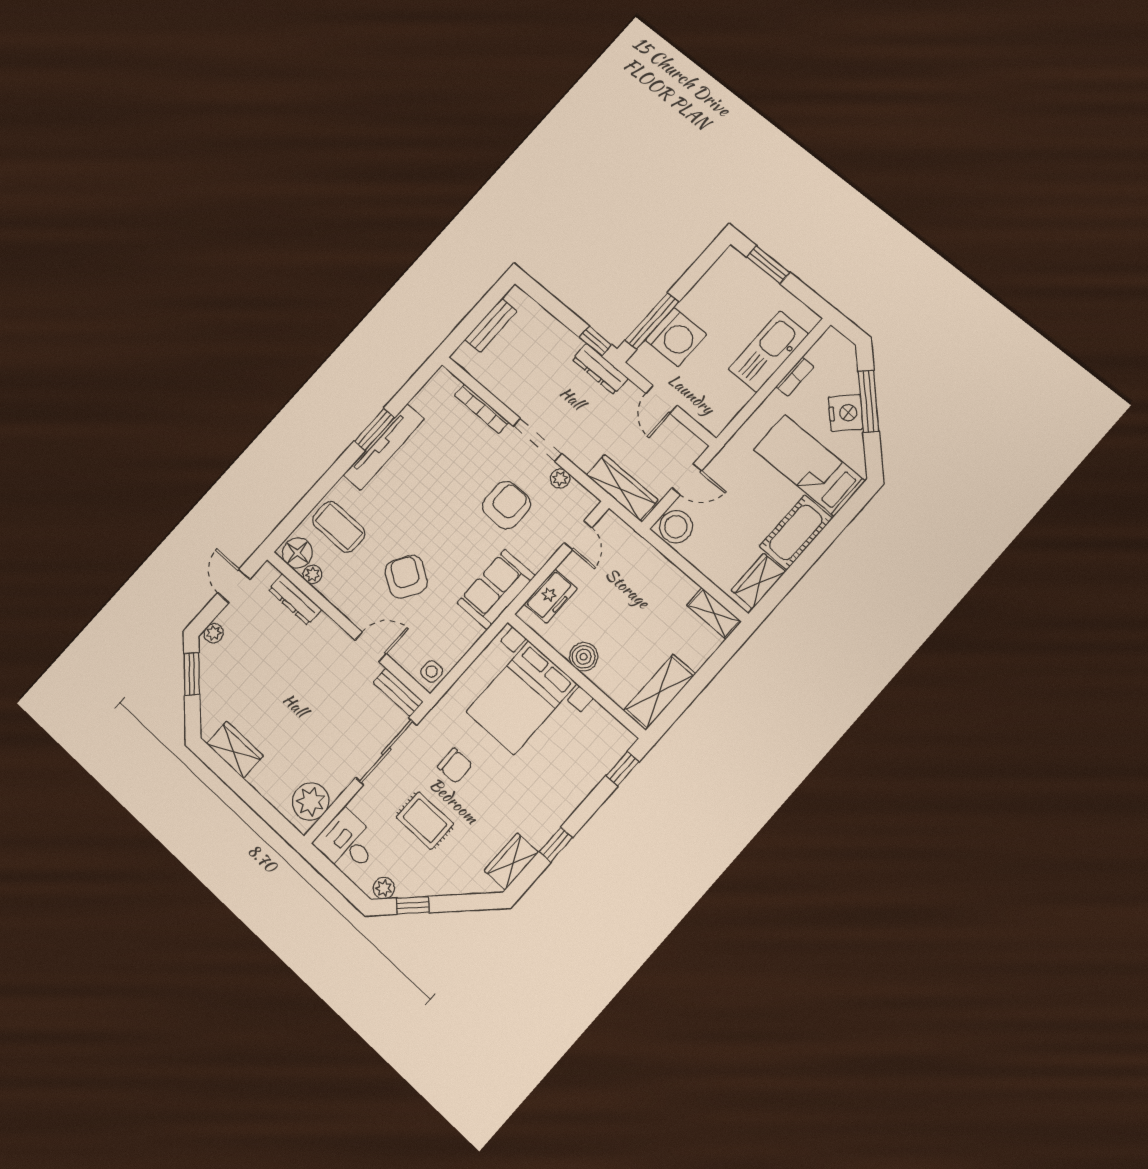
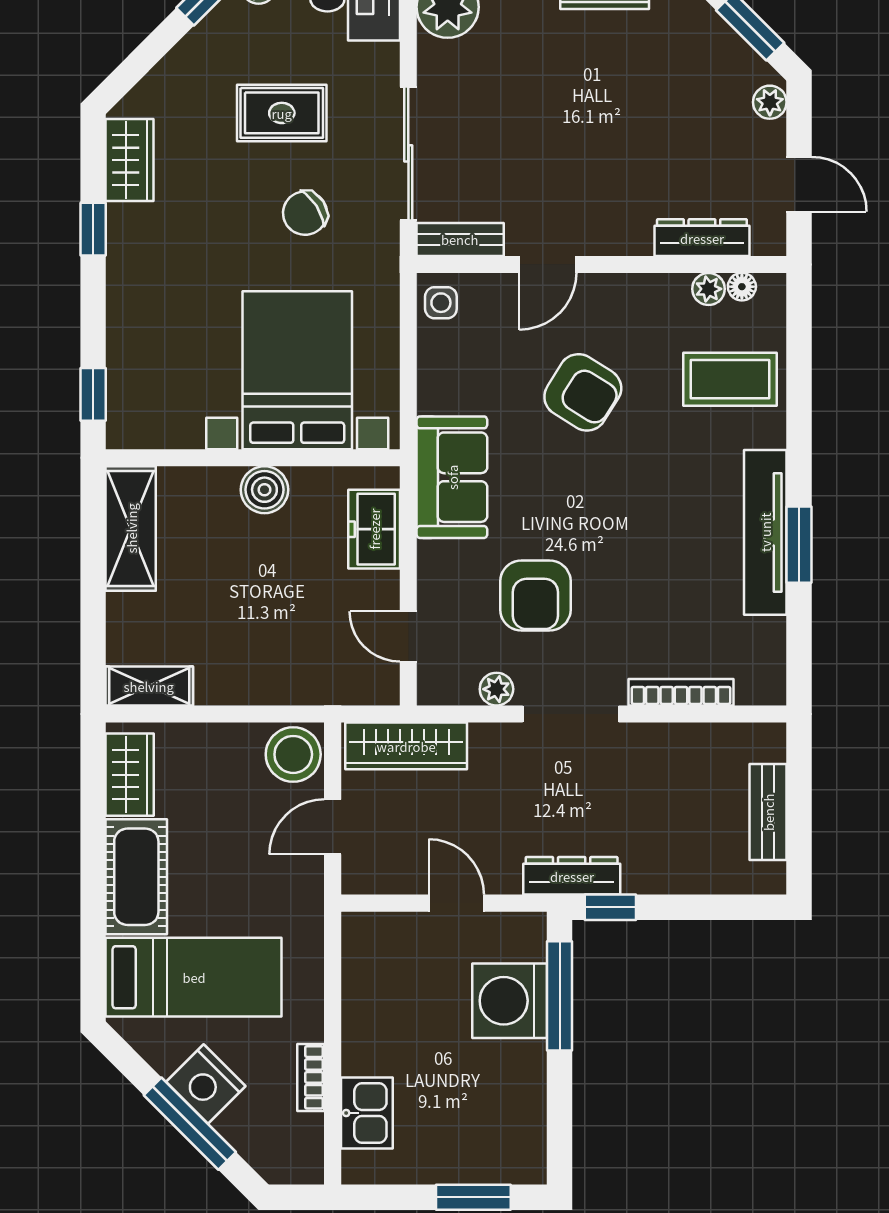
kitchen sink: (768, 352) -> (367, 1113), width x0.53, depth x0.81
floor lamp: (297, 553) -> (742, 287), width x0.53, depth x0.53
chair: (455, 766) -> (305, 213), turned -33

